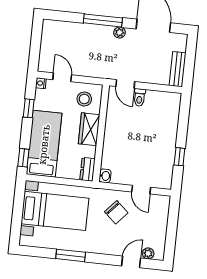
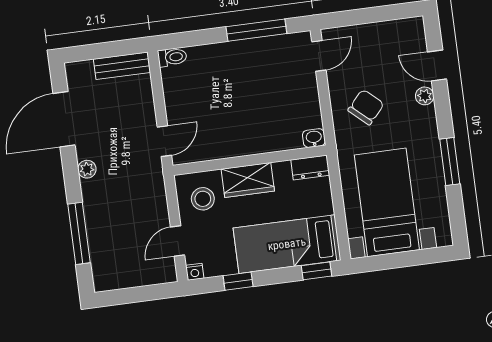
window: (103, 20) -> (79, 233), moved
toilet: (140, 97) -> (172, 57), moved
window: (179, 157) -> (256, 30), width x2.17
door: (141, 190) -> (319, 56), moved
plant: (148, 253) -> (425, 96), moved

